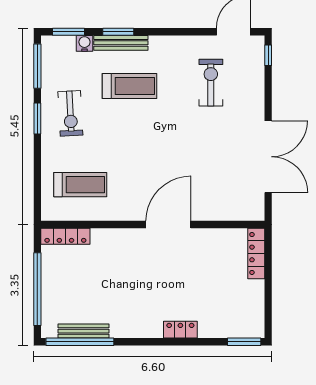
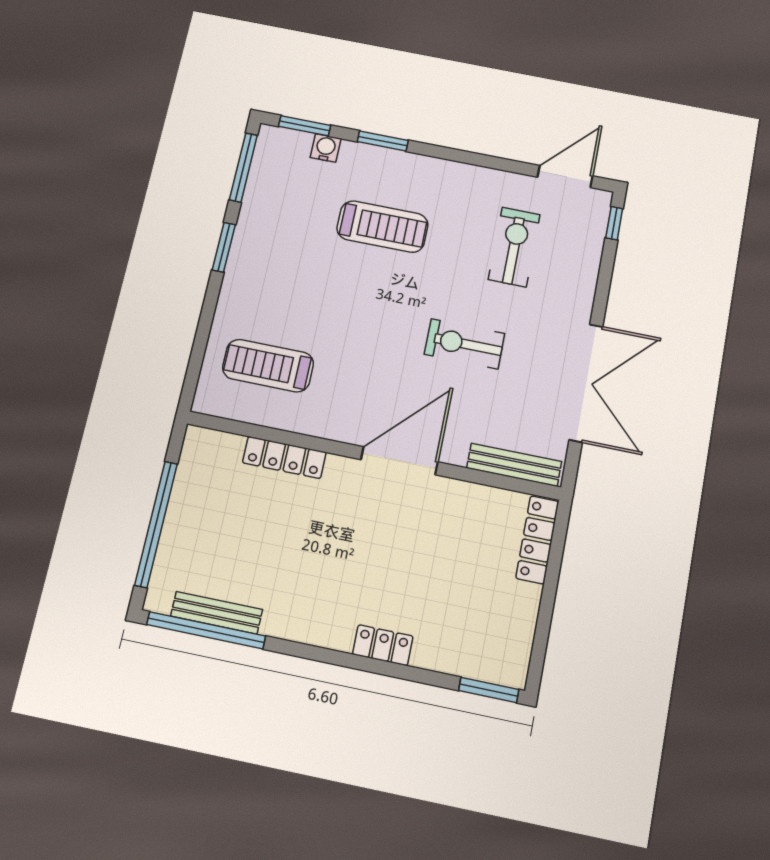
bench: (121, 43) -> (514, 465), moved
exercise bike: (70, 113) -> (464, 344), moved, turned 93
treadmill: (80, 185) -> (268, 366), turned 180
locker: (65, 236) -> (284, 457), moved

